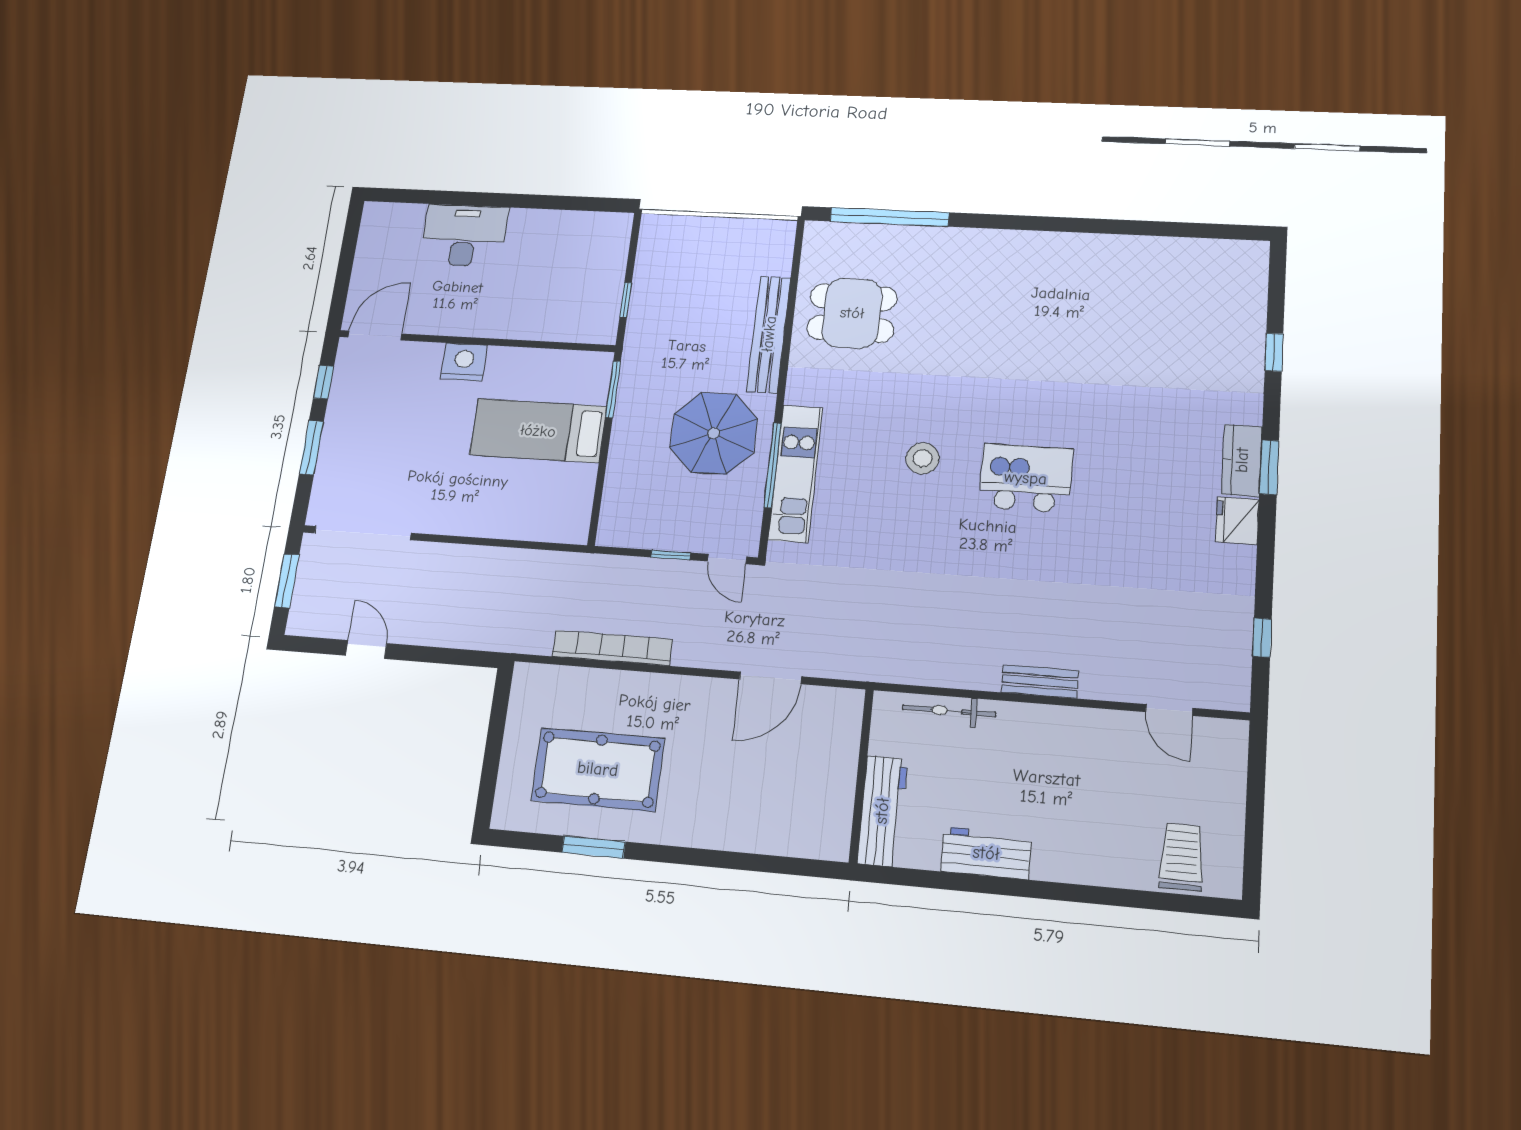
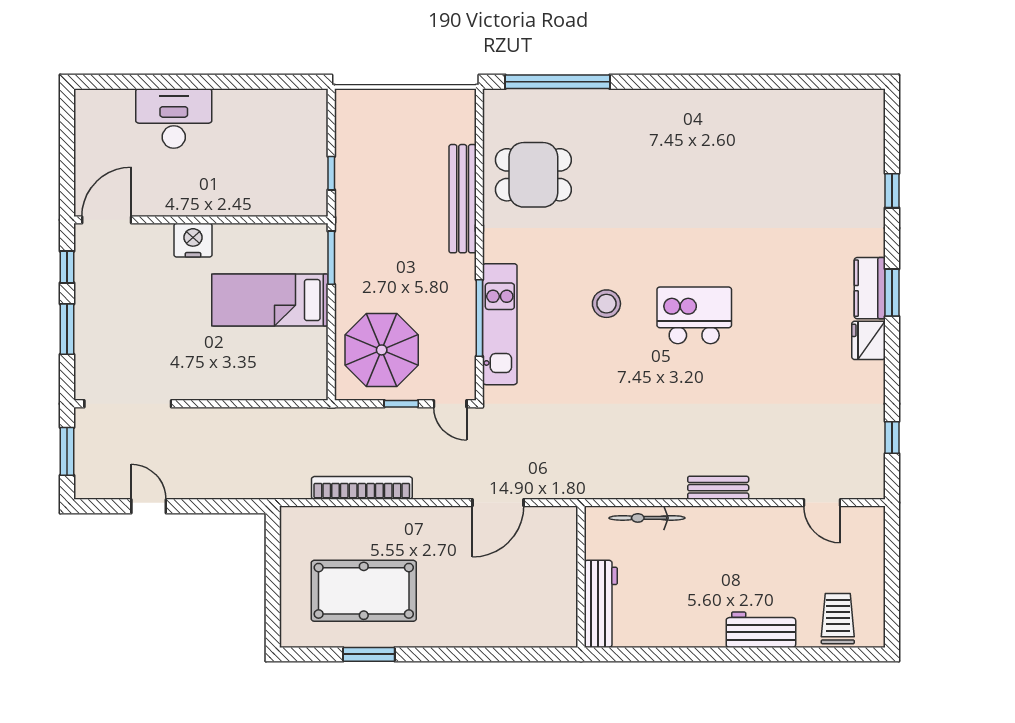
parasol: (714, 433) -> (382, 350), moved
workbench: (986, 853) -> (761, 630), moved

